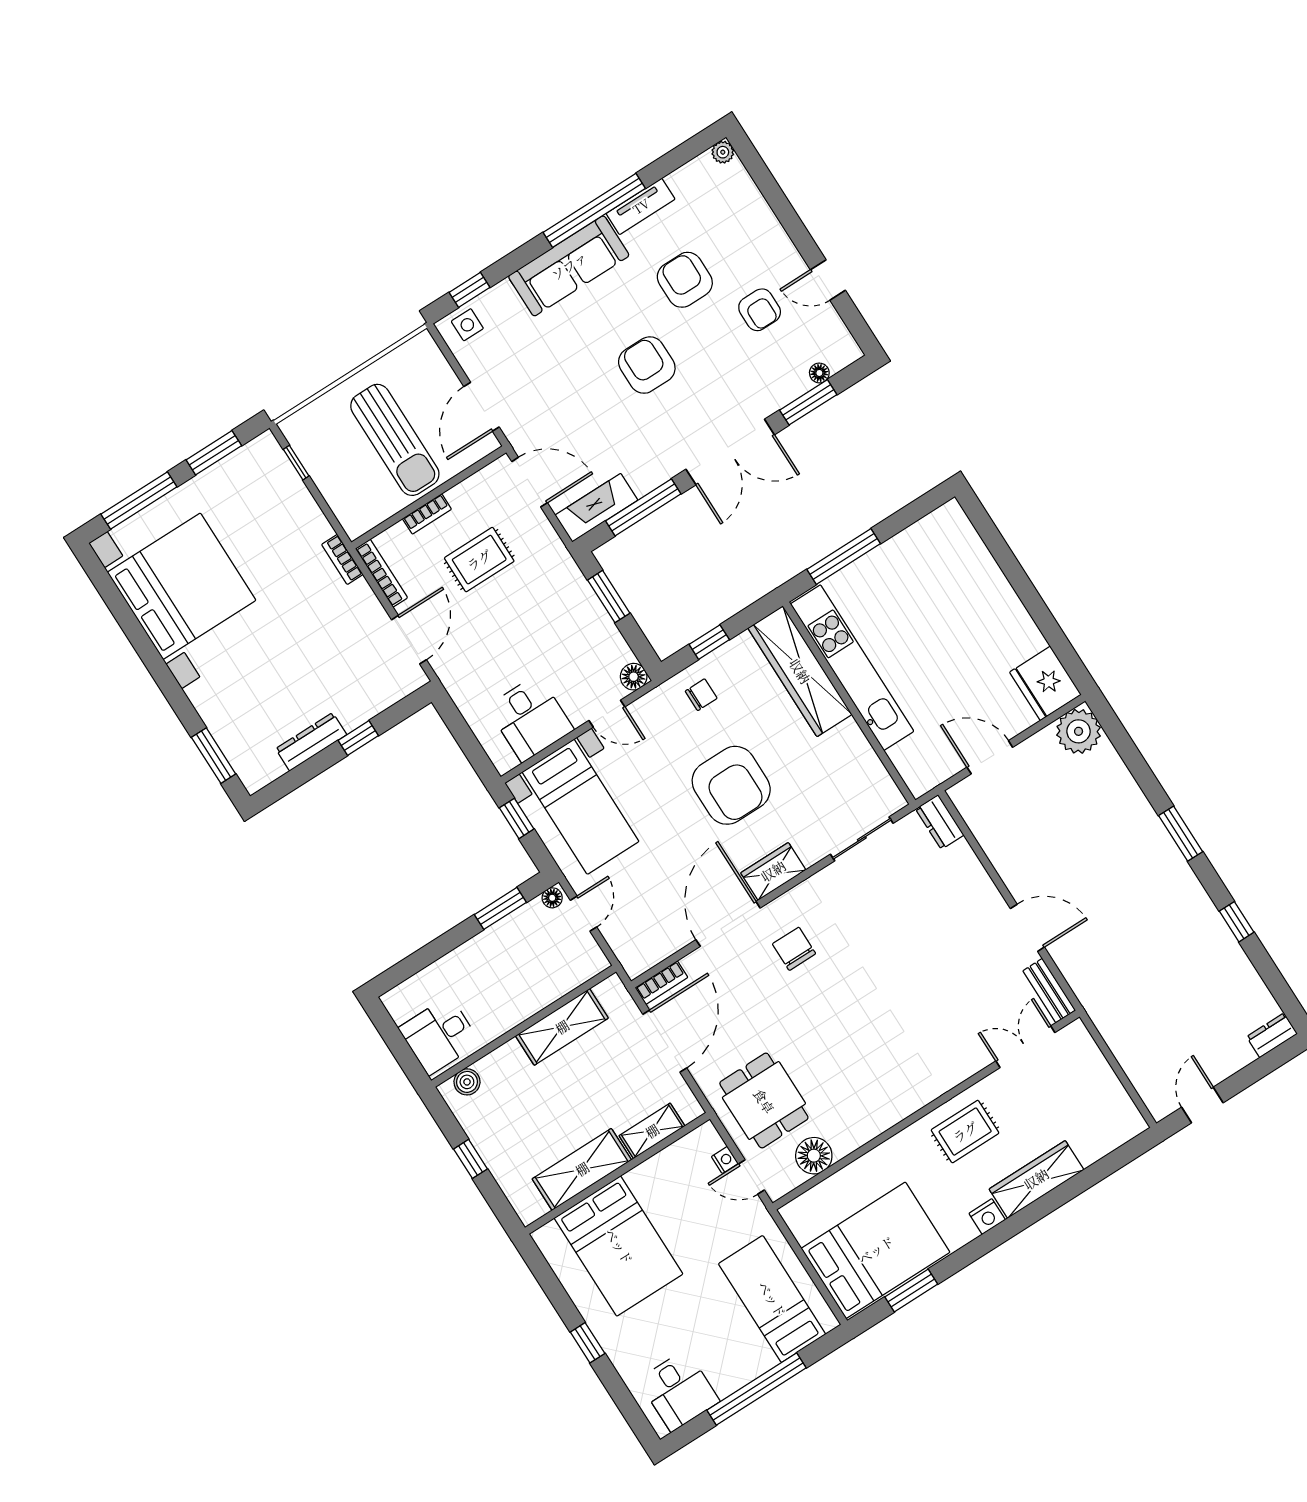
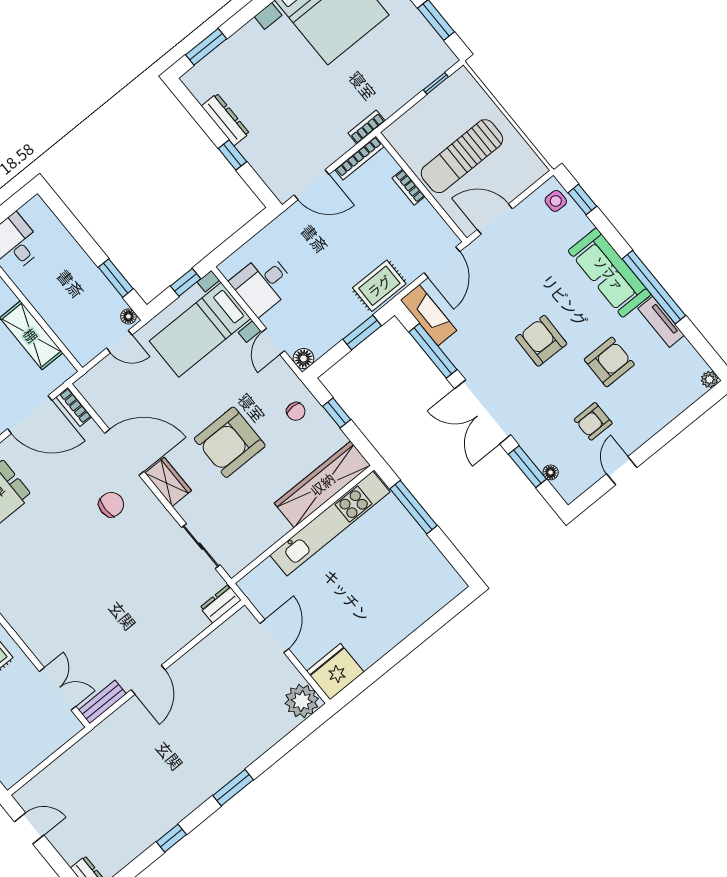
armchair: (647, 365) -> (541, 341), turned -89
rug: (479, 560) -> (379, 286), moved, turned 90

